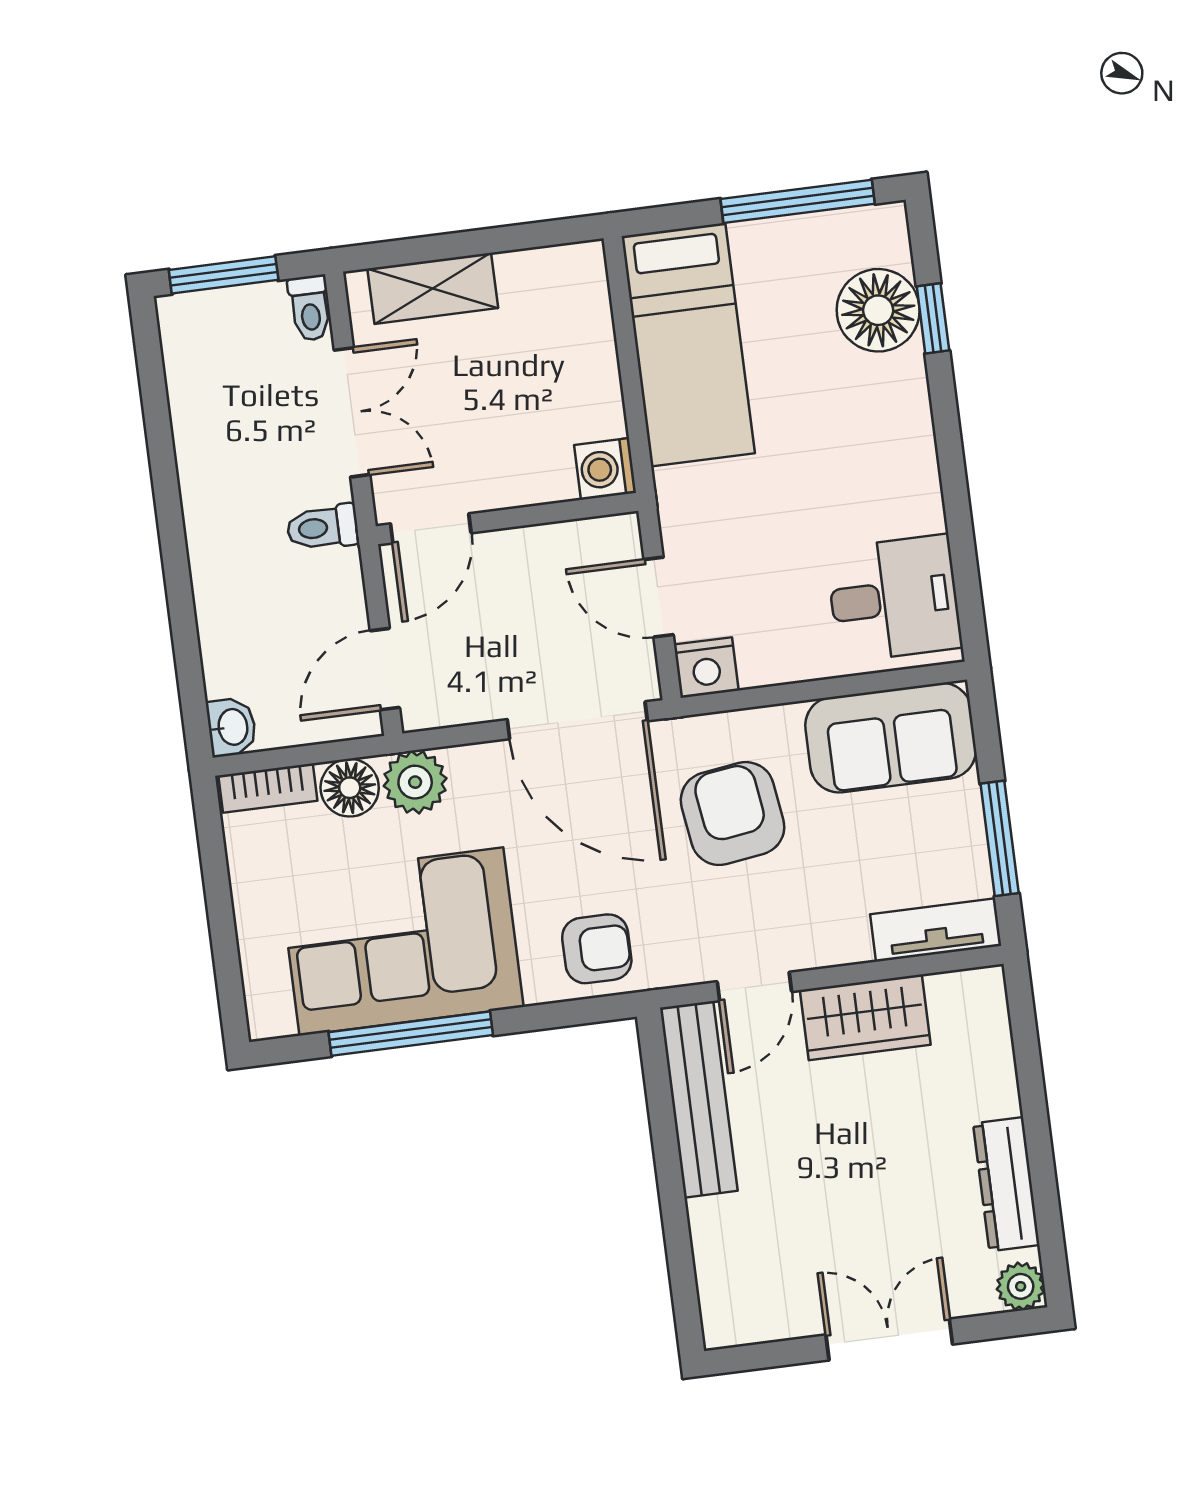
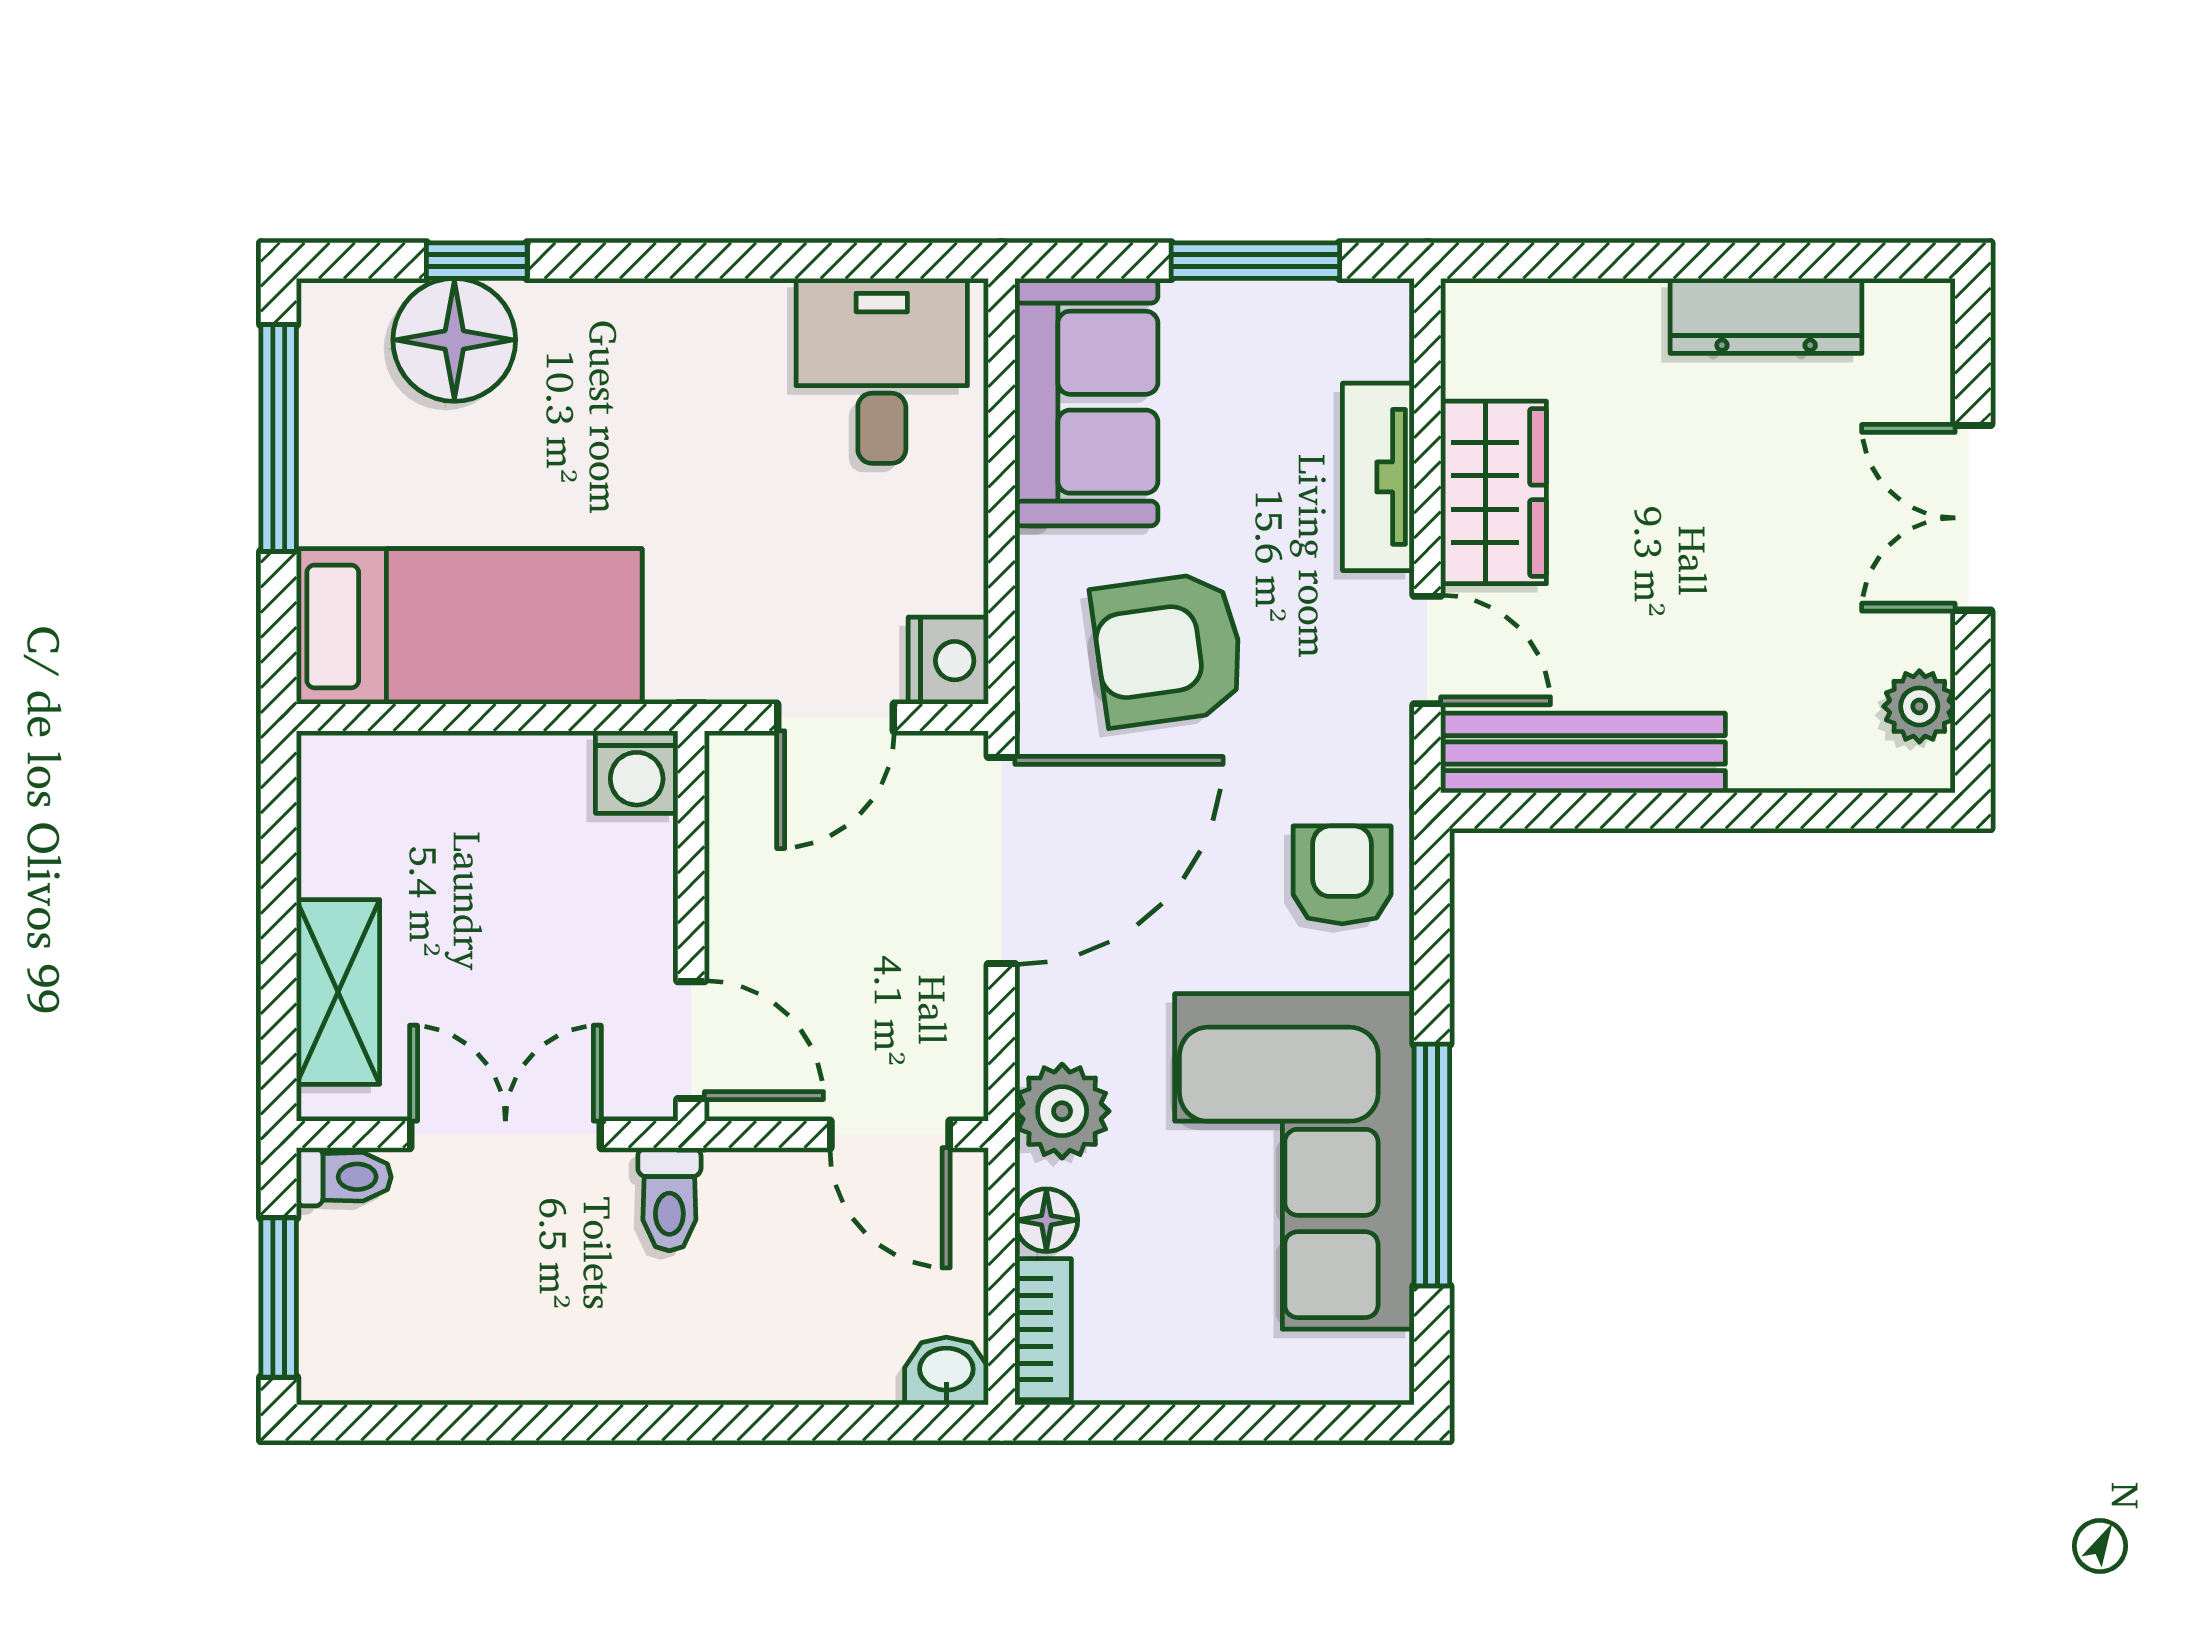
floor lamp: (350, 788) -> (1046, 1220), width x0.73, depth x0.73
tv unit: (936, 930) -> (1378, 477), moved
plant: (1021, 1286) -> (1919, 706), moved

